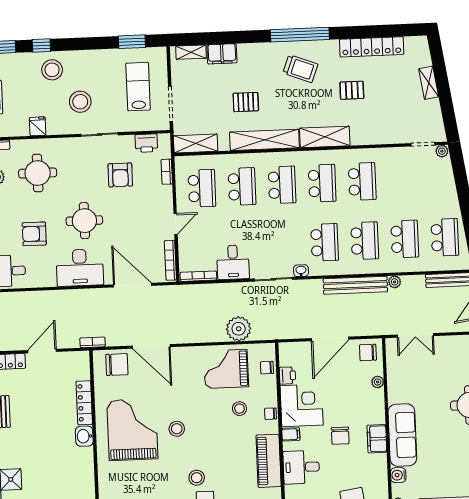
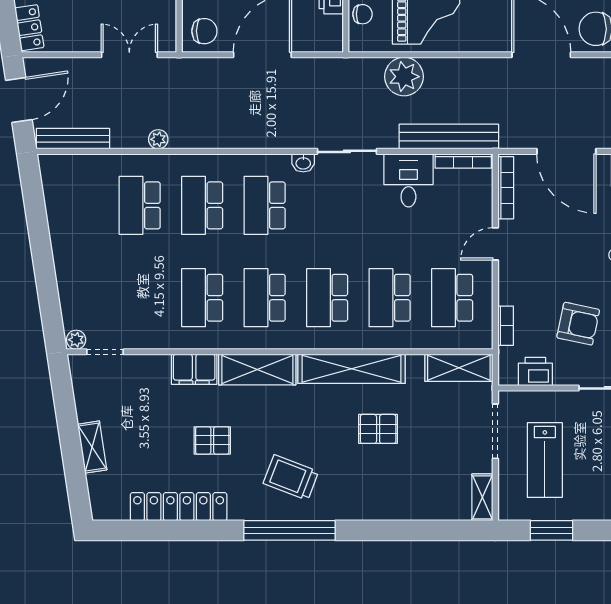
shelving: (191, 52) -> (482, 497), moved, turned 90
filing cabinet: (222, 54) -> (194, 369), moved, turned 180
armchair: (120, 175) -> (578, 324), turned 102
school desk: (445, 237) -> (77, 205), removed
bench: (355, 285) -> (449, 137), moved

